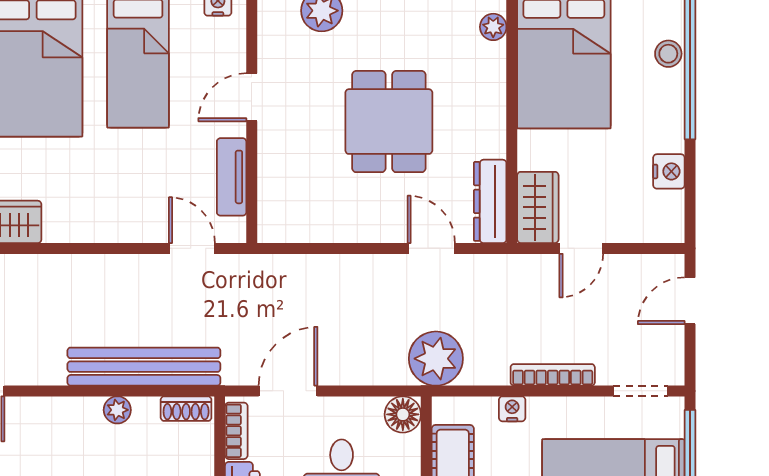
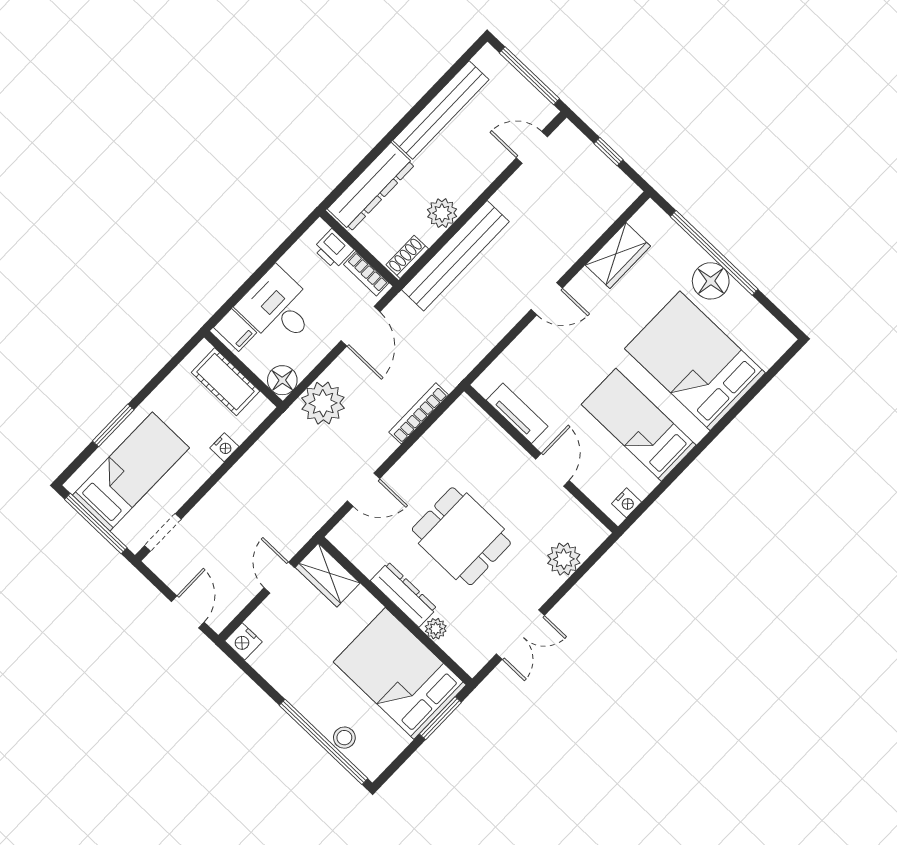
plant: (493, 27) -> (436, 629), moved
nightstand: (669, 171) -> (243, 641), moved
dresser: (490, 201) -> (404, 594), moved
door: (192, 248) -> (547, 299), moved
plant: (436, 359) -> (323, 403), moved
bookcase: (553, 375) -> (419, 413), moved, turned 180
plant: (117, 410) -> (442, 213), width x1.38, depth x1.38

